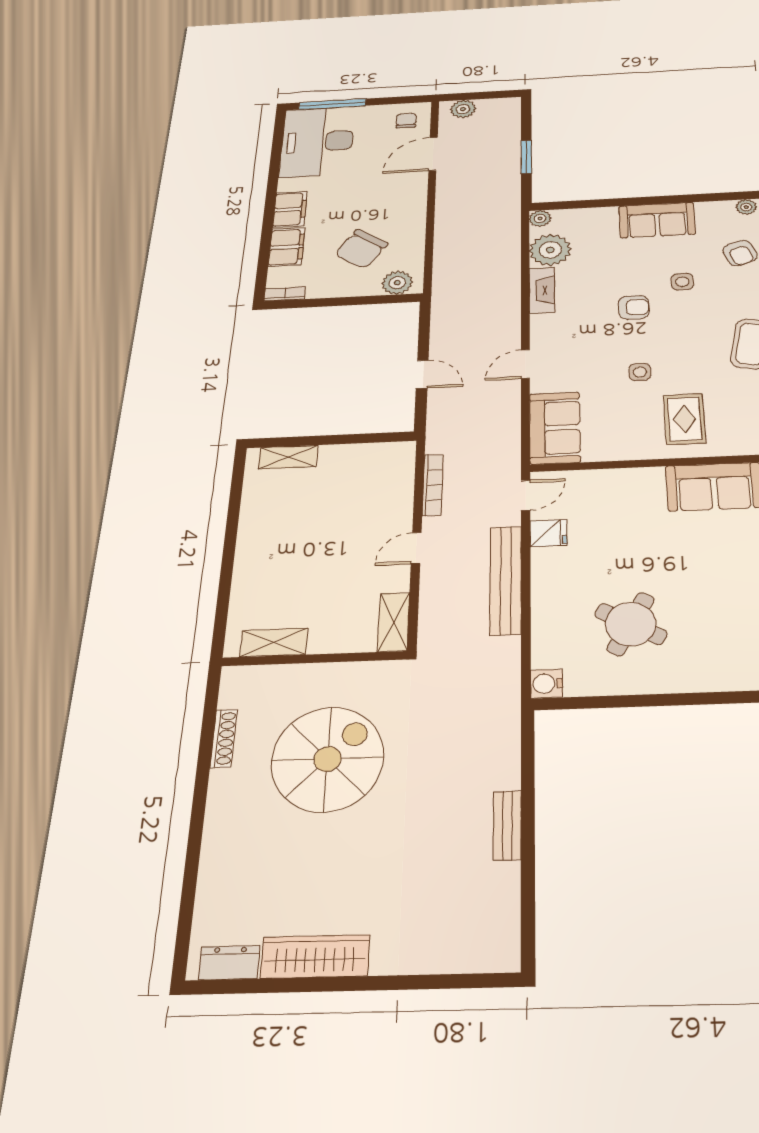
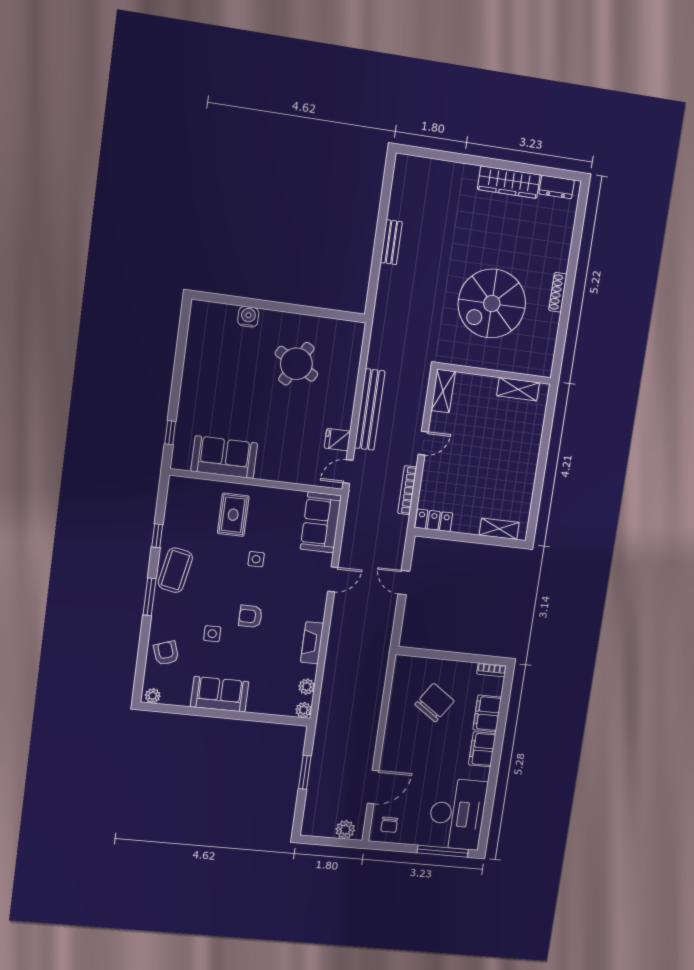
plant: (550, 250) -> (307, 687), width x0.53, depth x0.53
plant: (397, 283) -> (412, 667), removed
locker: (388, 454) -> (434, 520), added
water cooler: (546, 684) -> (248, 317), moved, turned -90
shoe rack: (224, 738) -> (558, 292), moved

